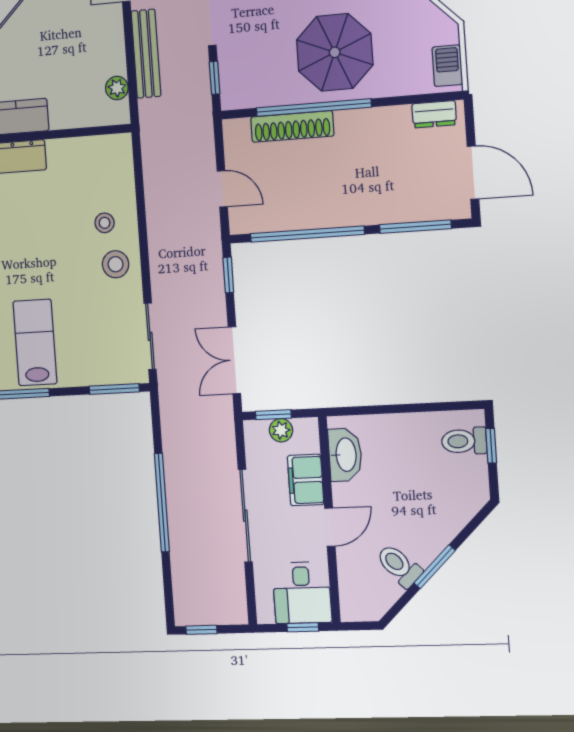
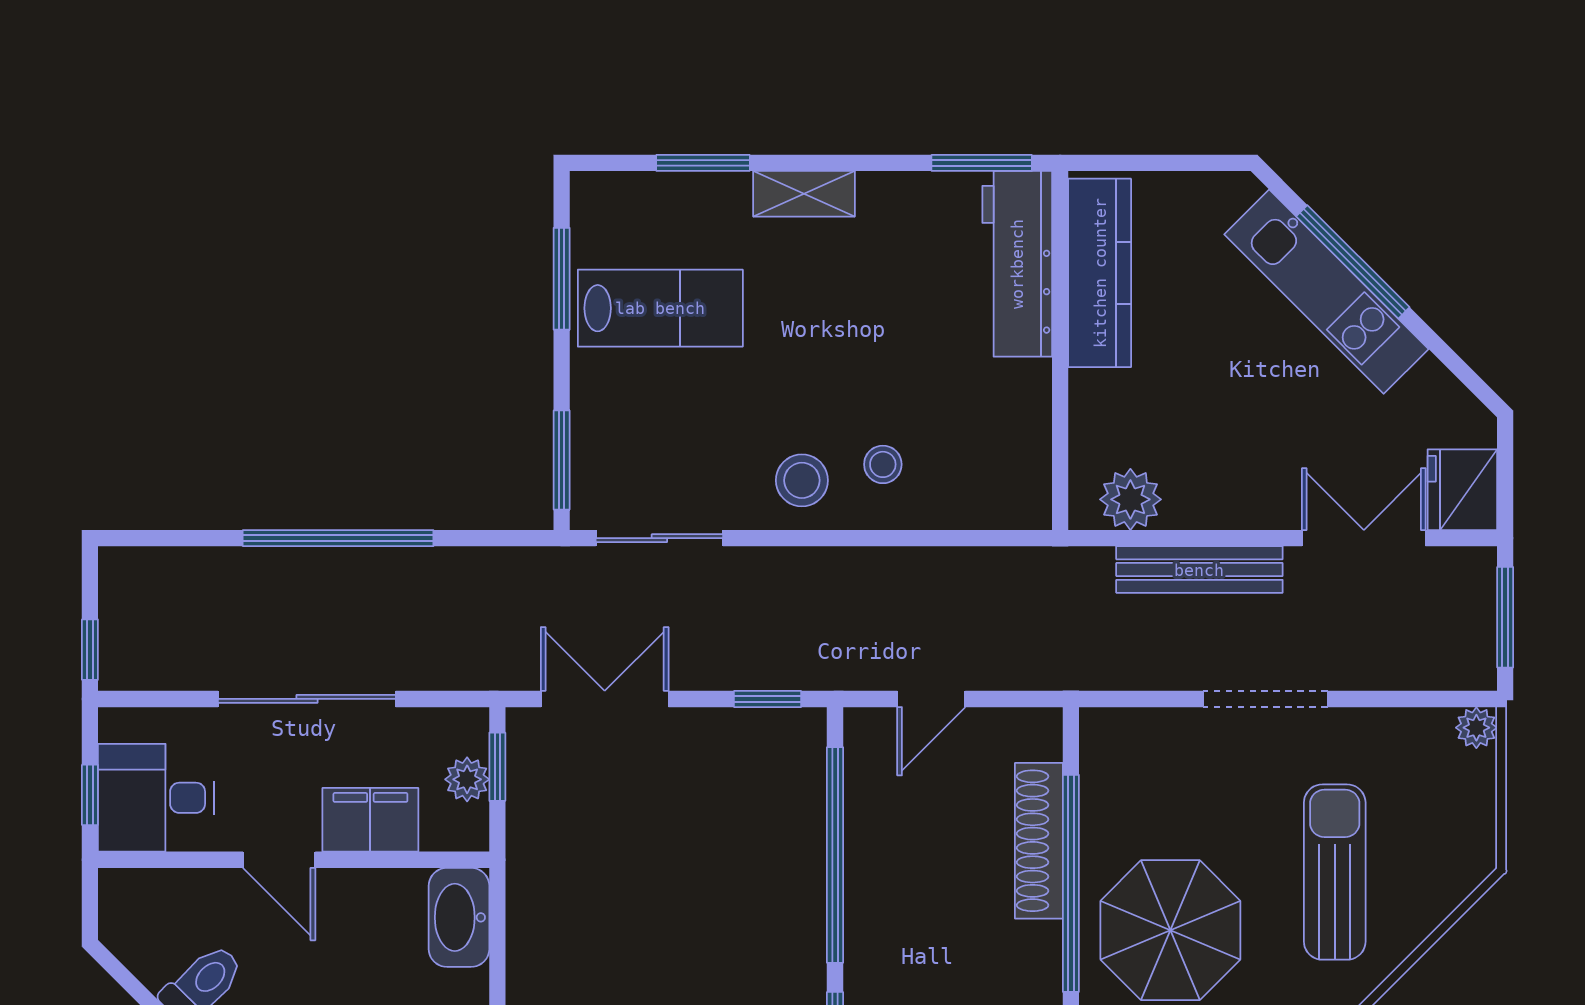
window: (215, 78) -> (1142, 699), removed
plant: (117, 88) -> (1130, 499), width x1.38, depth x1.38
washbasin: (345, 455) -> (459, 917), moved, turned 90
window: (201, 630) -> (90, 650), moved

